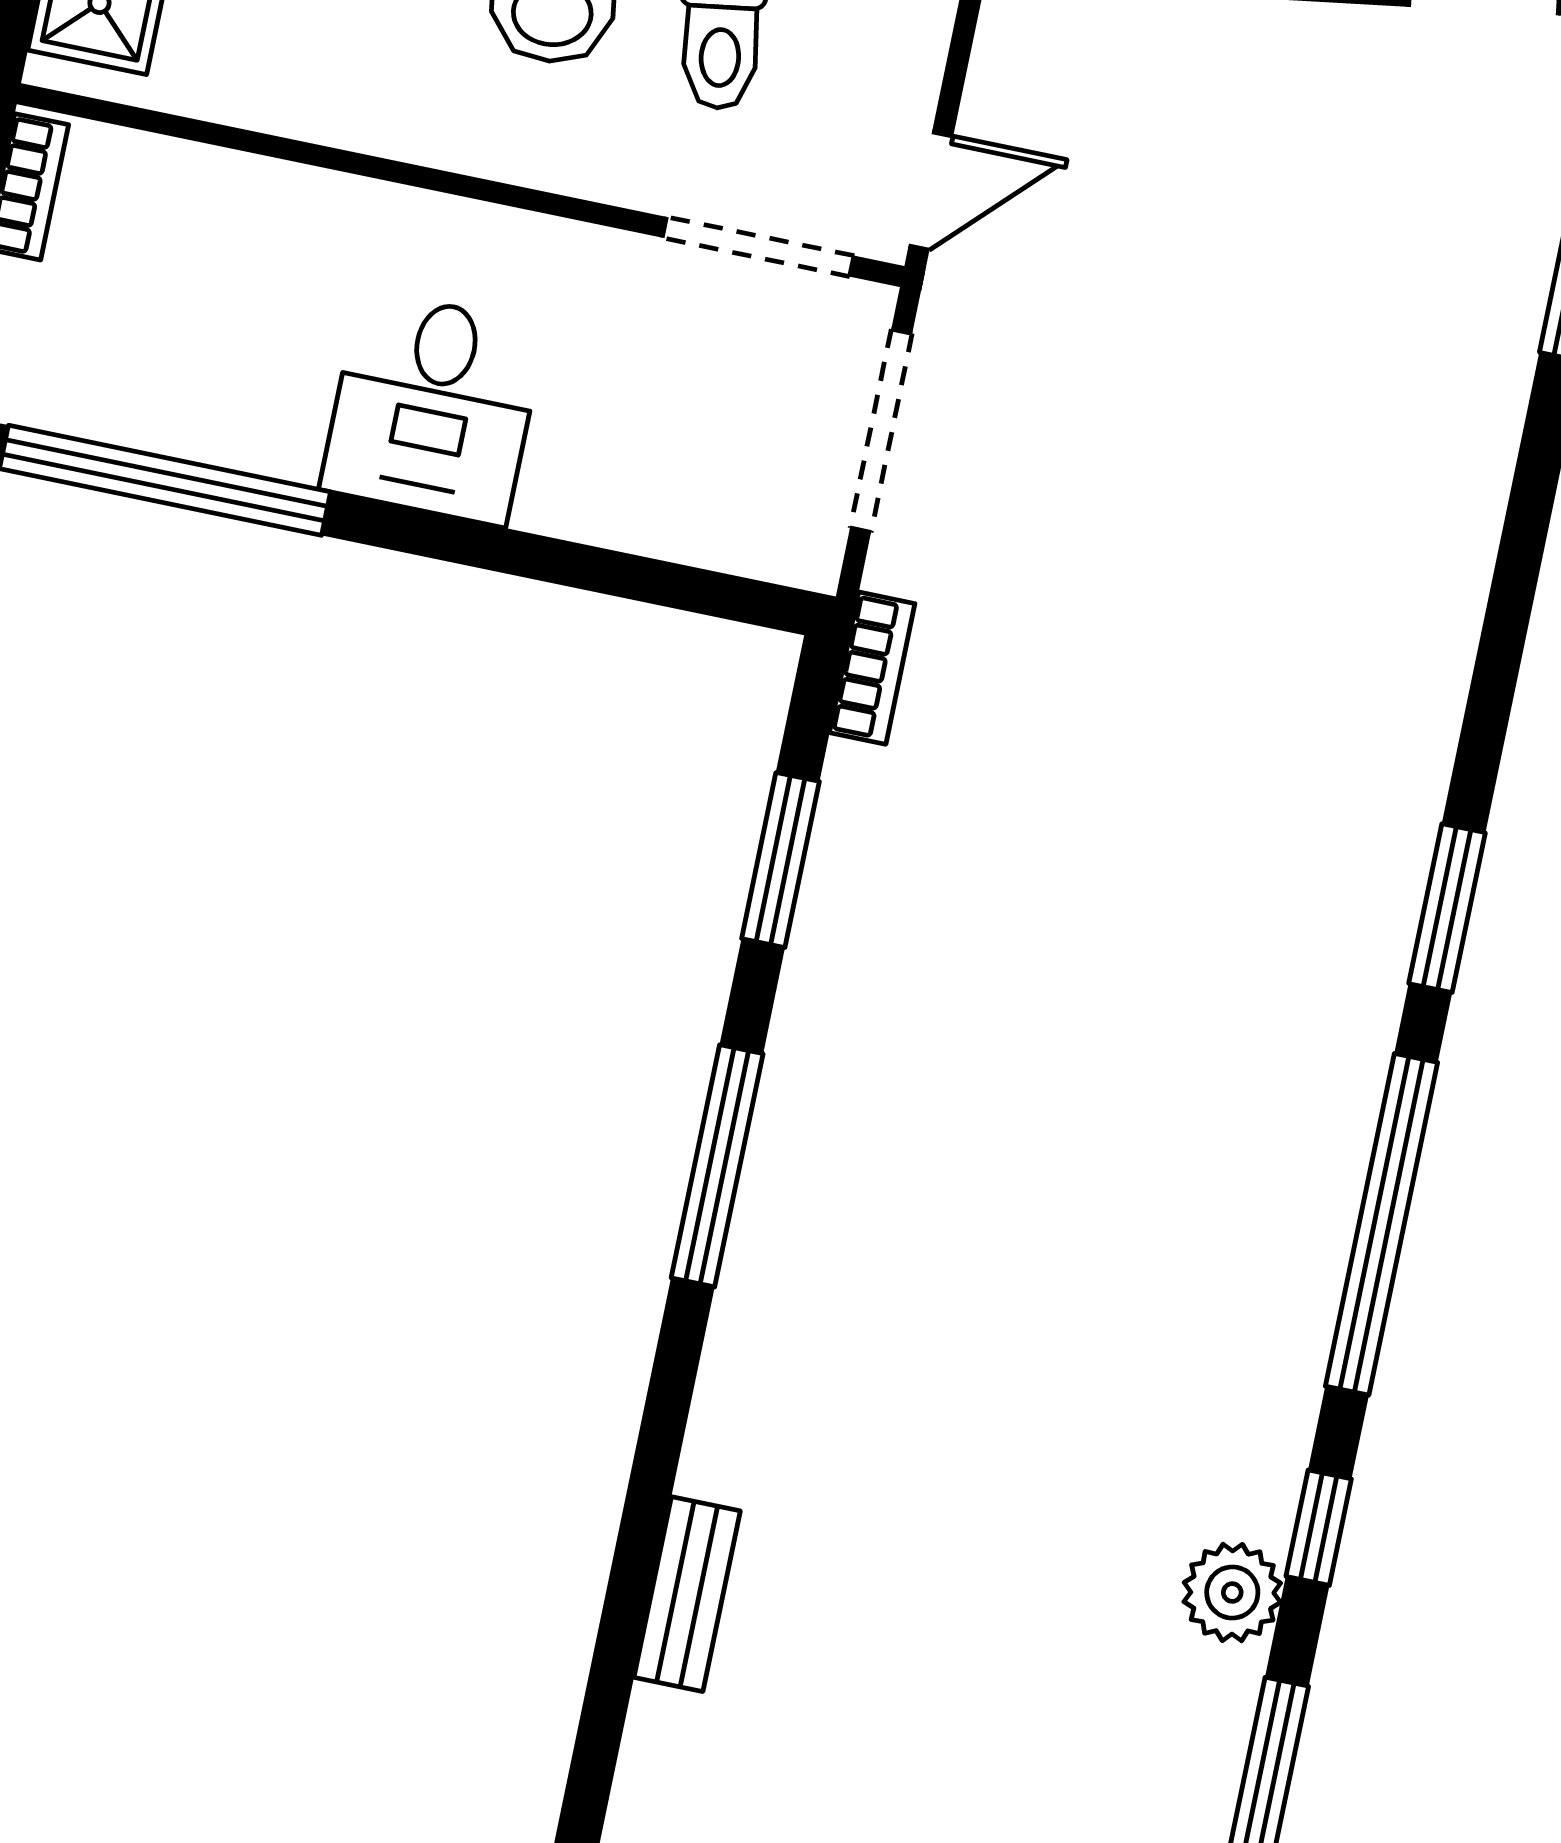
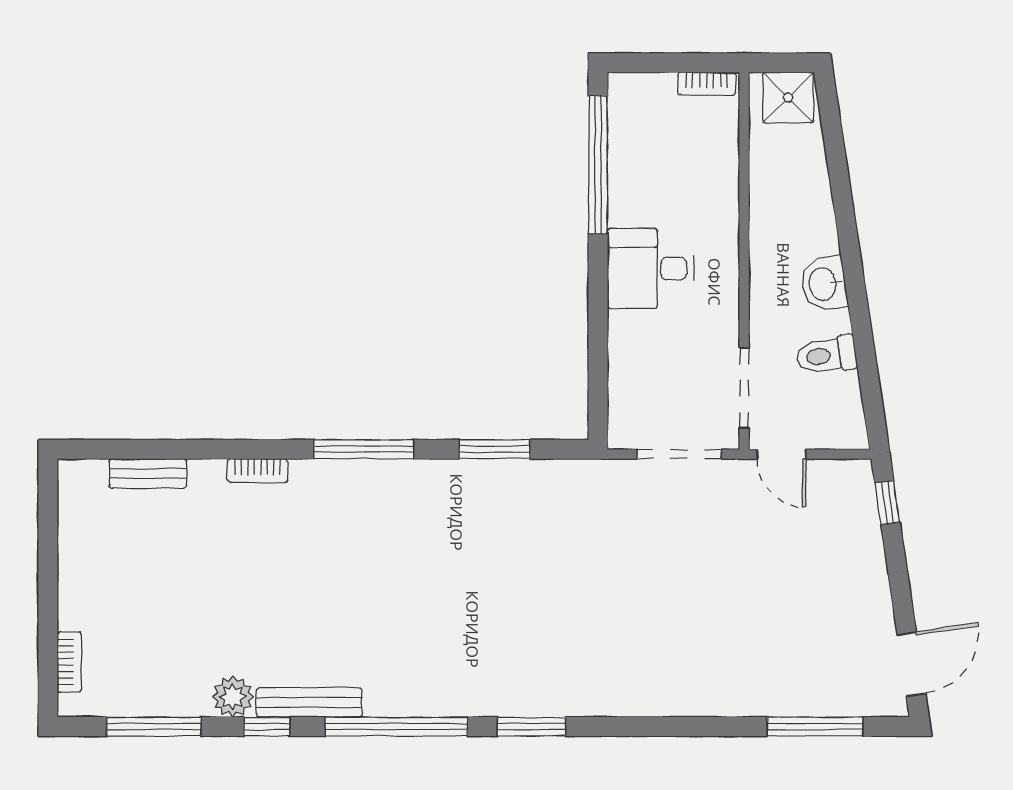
bookcase: (872, 668) -> (258, 471), moved
bench: (1283, 1416) -> (309, 702), added
bench: (687, 1594) -> (148, 473), moved

